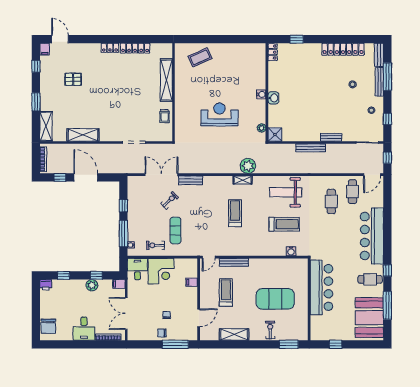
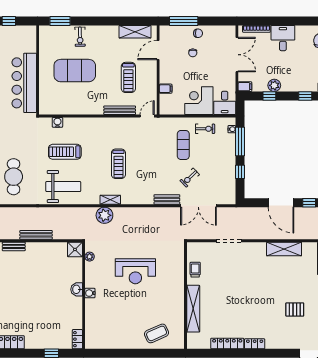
cafe table: (331, 201) -> (14, 177), width x1.37, depth x1.35
shelving: (234, 334) -> (135, 32), moved

